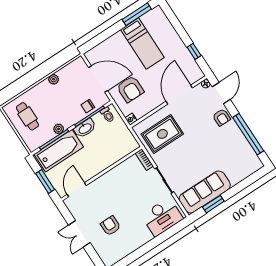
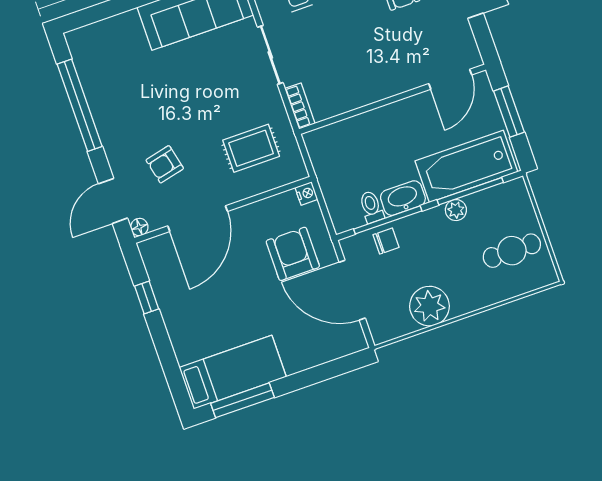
bed: (142, 43) -> (233, 372), moved, turned 90
plant: (54, 79) -> (429, 306), width x1.87, depth x1.87
toilet: (107, 115) -> (371, 207), moved
cafe table: (27, 116) -> (512, 251), turned 90
armchair: (222, 117) -> (165, 164), moved, turned -103
rug: (162, 134) -> (251, 148), width x0.73, depth x0.70

